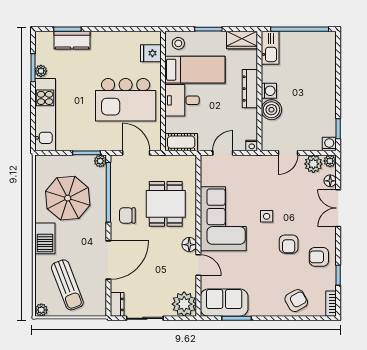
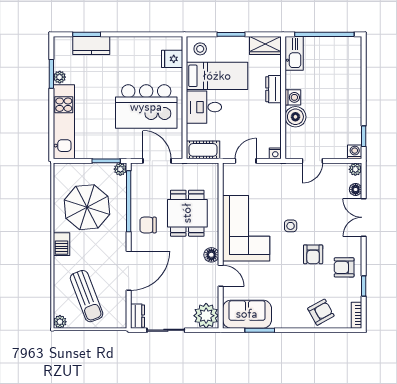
dresser: (250, 89) -> (273, 89), width x0.70
plant: (313, 164) -> (338, 172), removed
barbecue: (45, 238) -> (61, 244), width x0.73, depth x0.79

